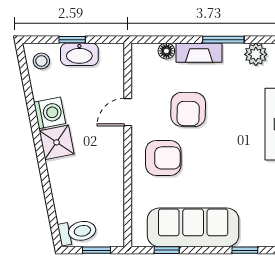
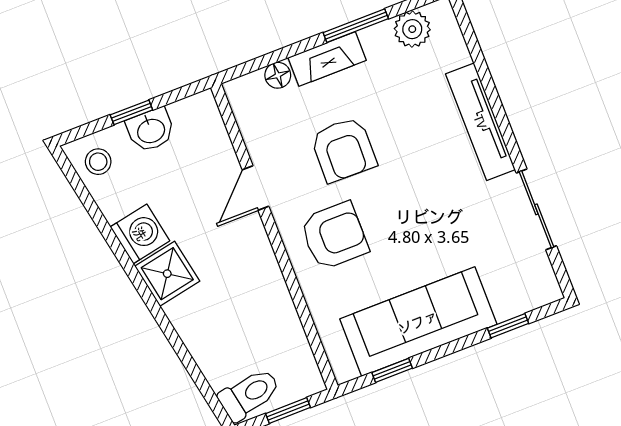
washbasin: (79, 54) -> (151, 130), width x0.72

